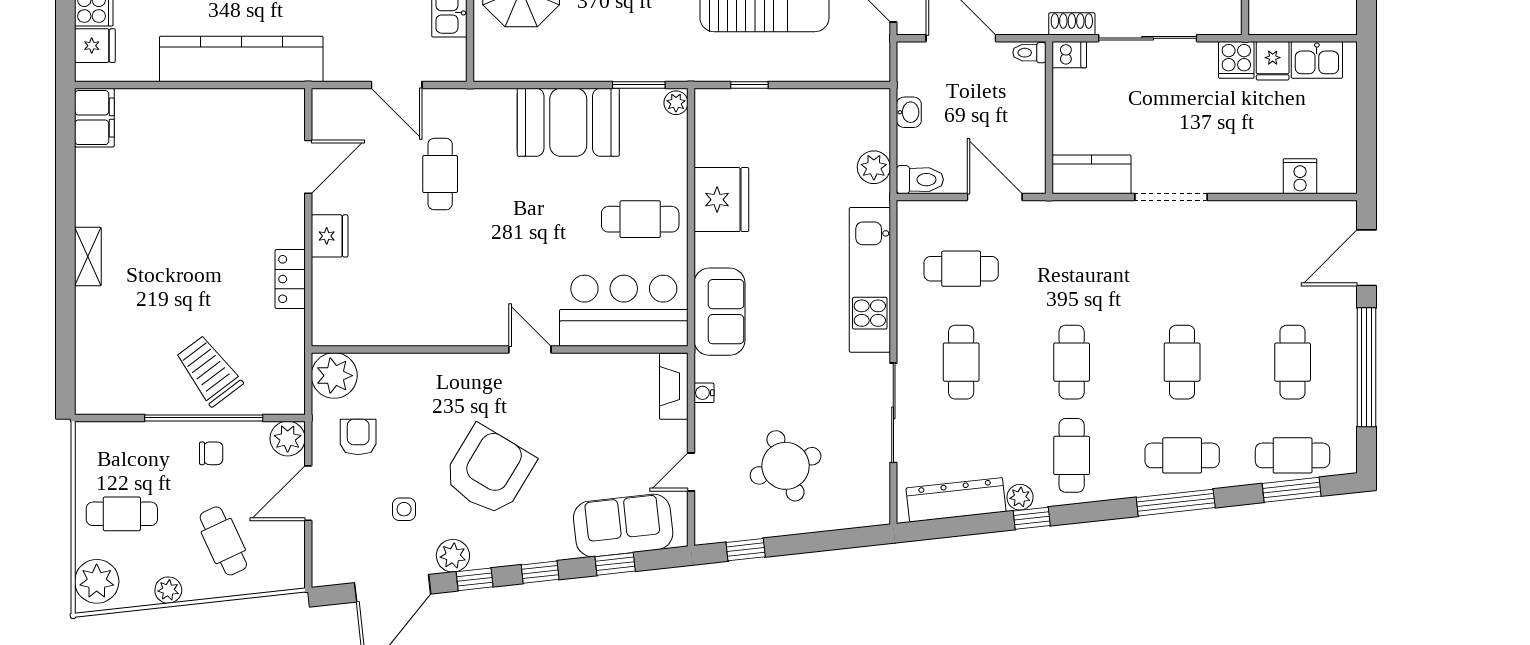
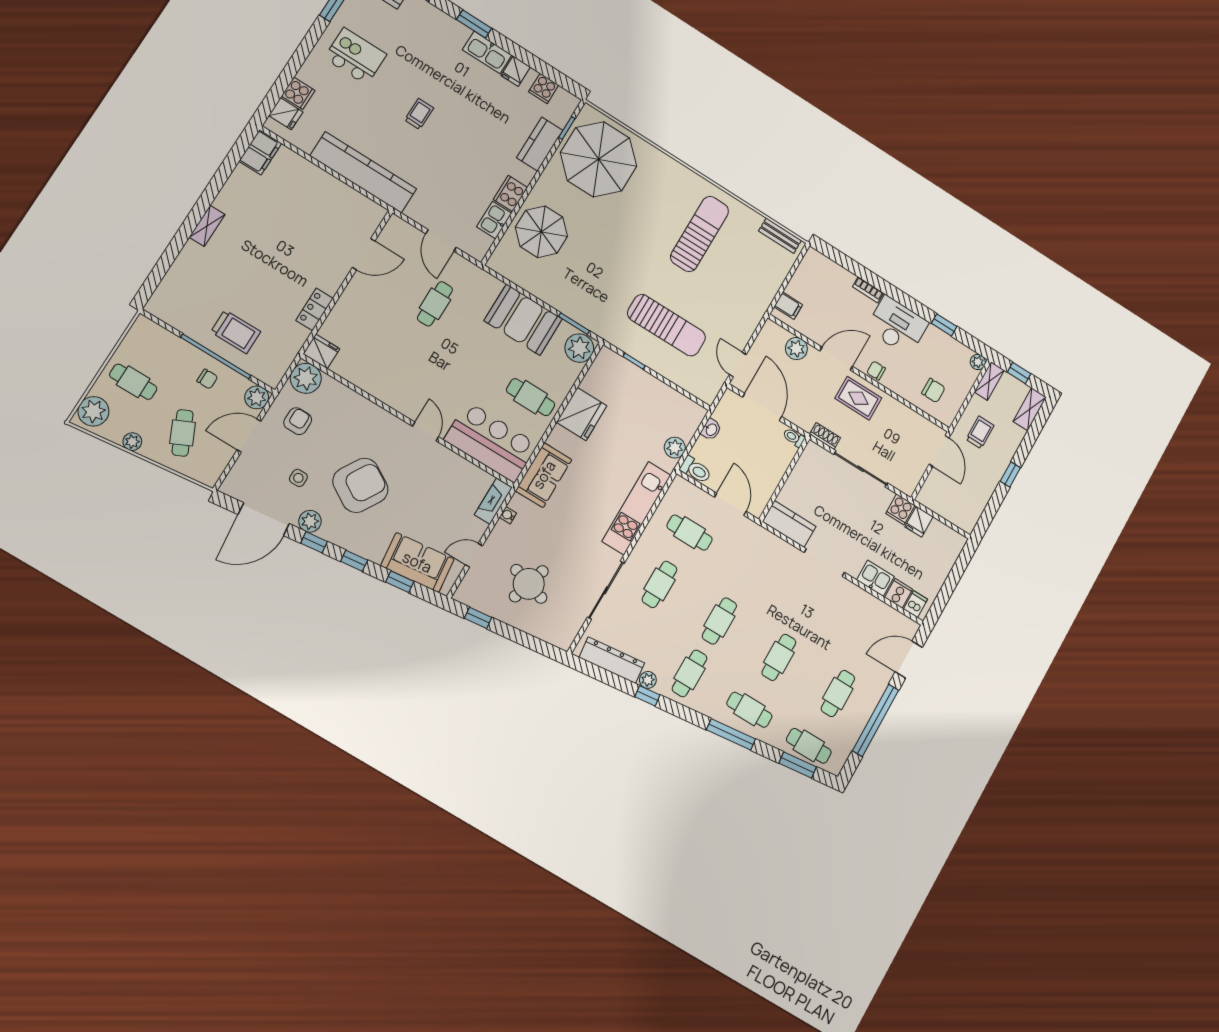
dishwasher: (1069, 55) -> (915, 604), moved, turned -90
kitchen sink: (1317, 60) -> (875, 578), moved, turned 180
plant: (676, 103) -> (579, 348), width x1.88, depth x1.88
fridge: (330, 236) -> (321, 351), moved, turned -90
trolley: (209, 371) -> (236, 332), turned 127
round table: (786, 466) -> (529, 584), turned 37

